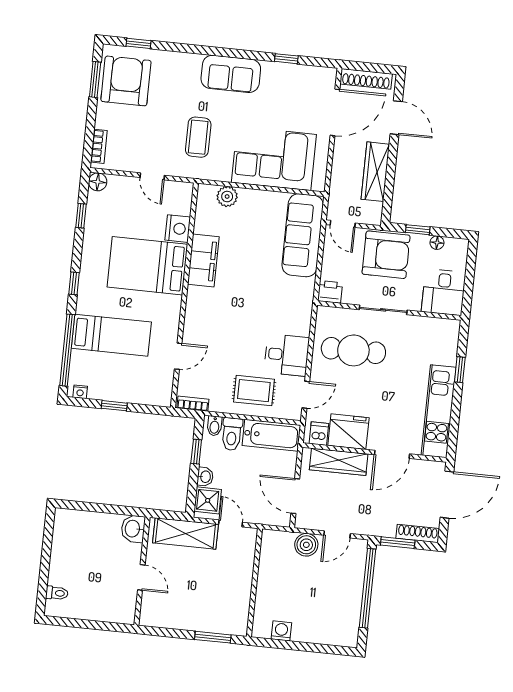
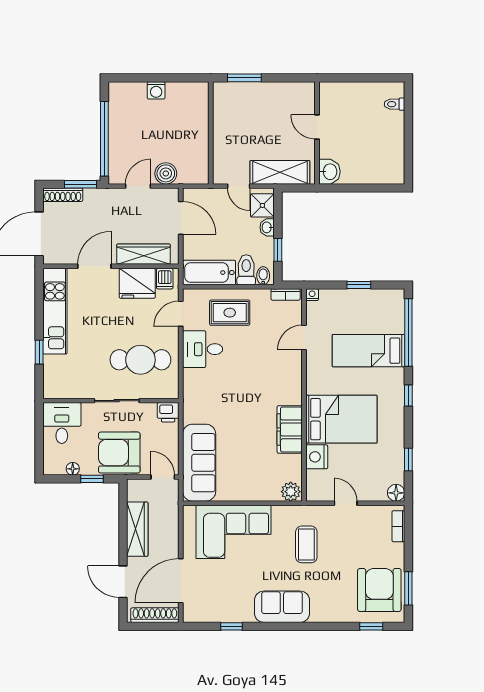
armchair: (126, 81) -> (379, 590), turned 180
plant: (227, 196) -> (291, 492), moved
nightstand: (80, 392) -> (312, 295), moved
washing machine: (281, 631) -> (156, 90), moved

